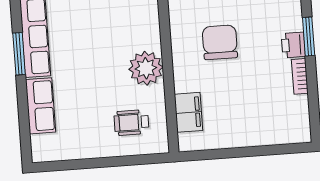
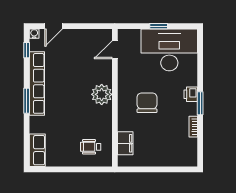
printer: (293, 45) -> (191, 94), moved
plant: (146, 68) -> (102, 94), moved
row of seats: (41, 106) -> (37, 150), moved

